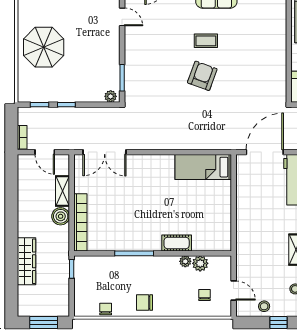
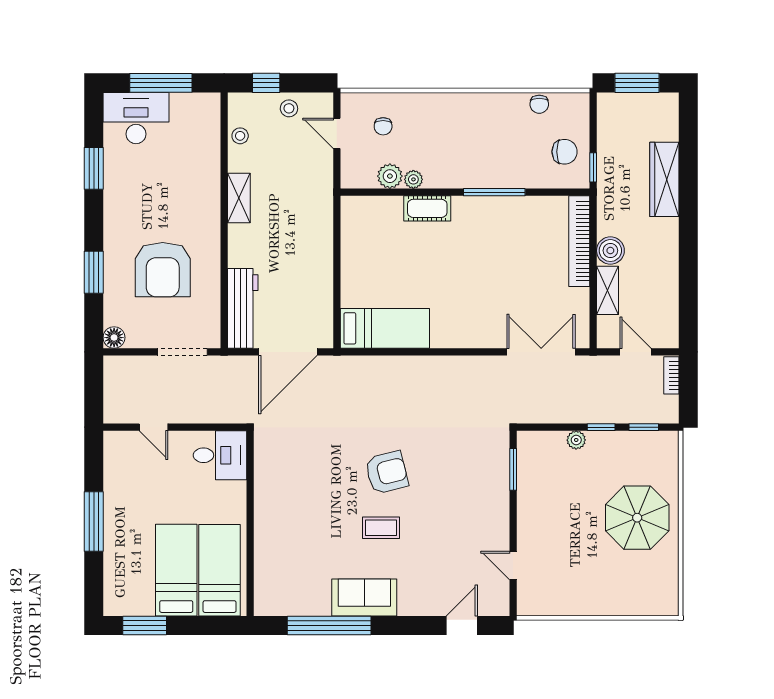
armchair: (202, 76) -> (387, 472), turned -124
plant: (111, 96) -> (576, 440), moved
chair: (144, 303) -> (564, 152), moved

